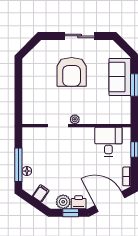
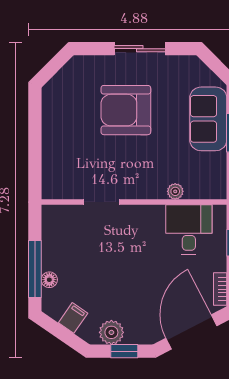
armchair: (72, 72) -> (126, 110), turned 90
plant: (75, 119) -> (175, 191), moved
printer: (79, 202) -> (138, 333), removed
door: (110, 202) -> (191, 332), hinge flipped

